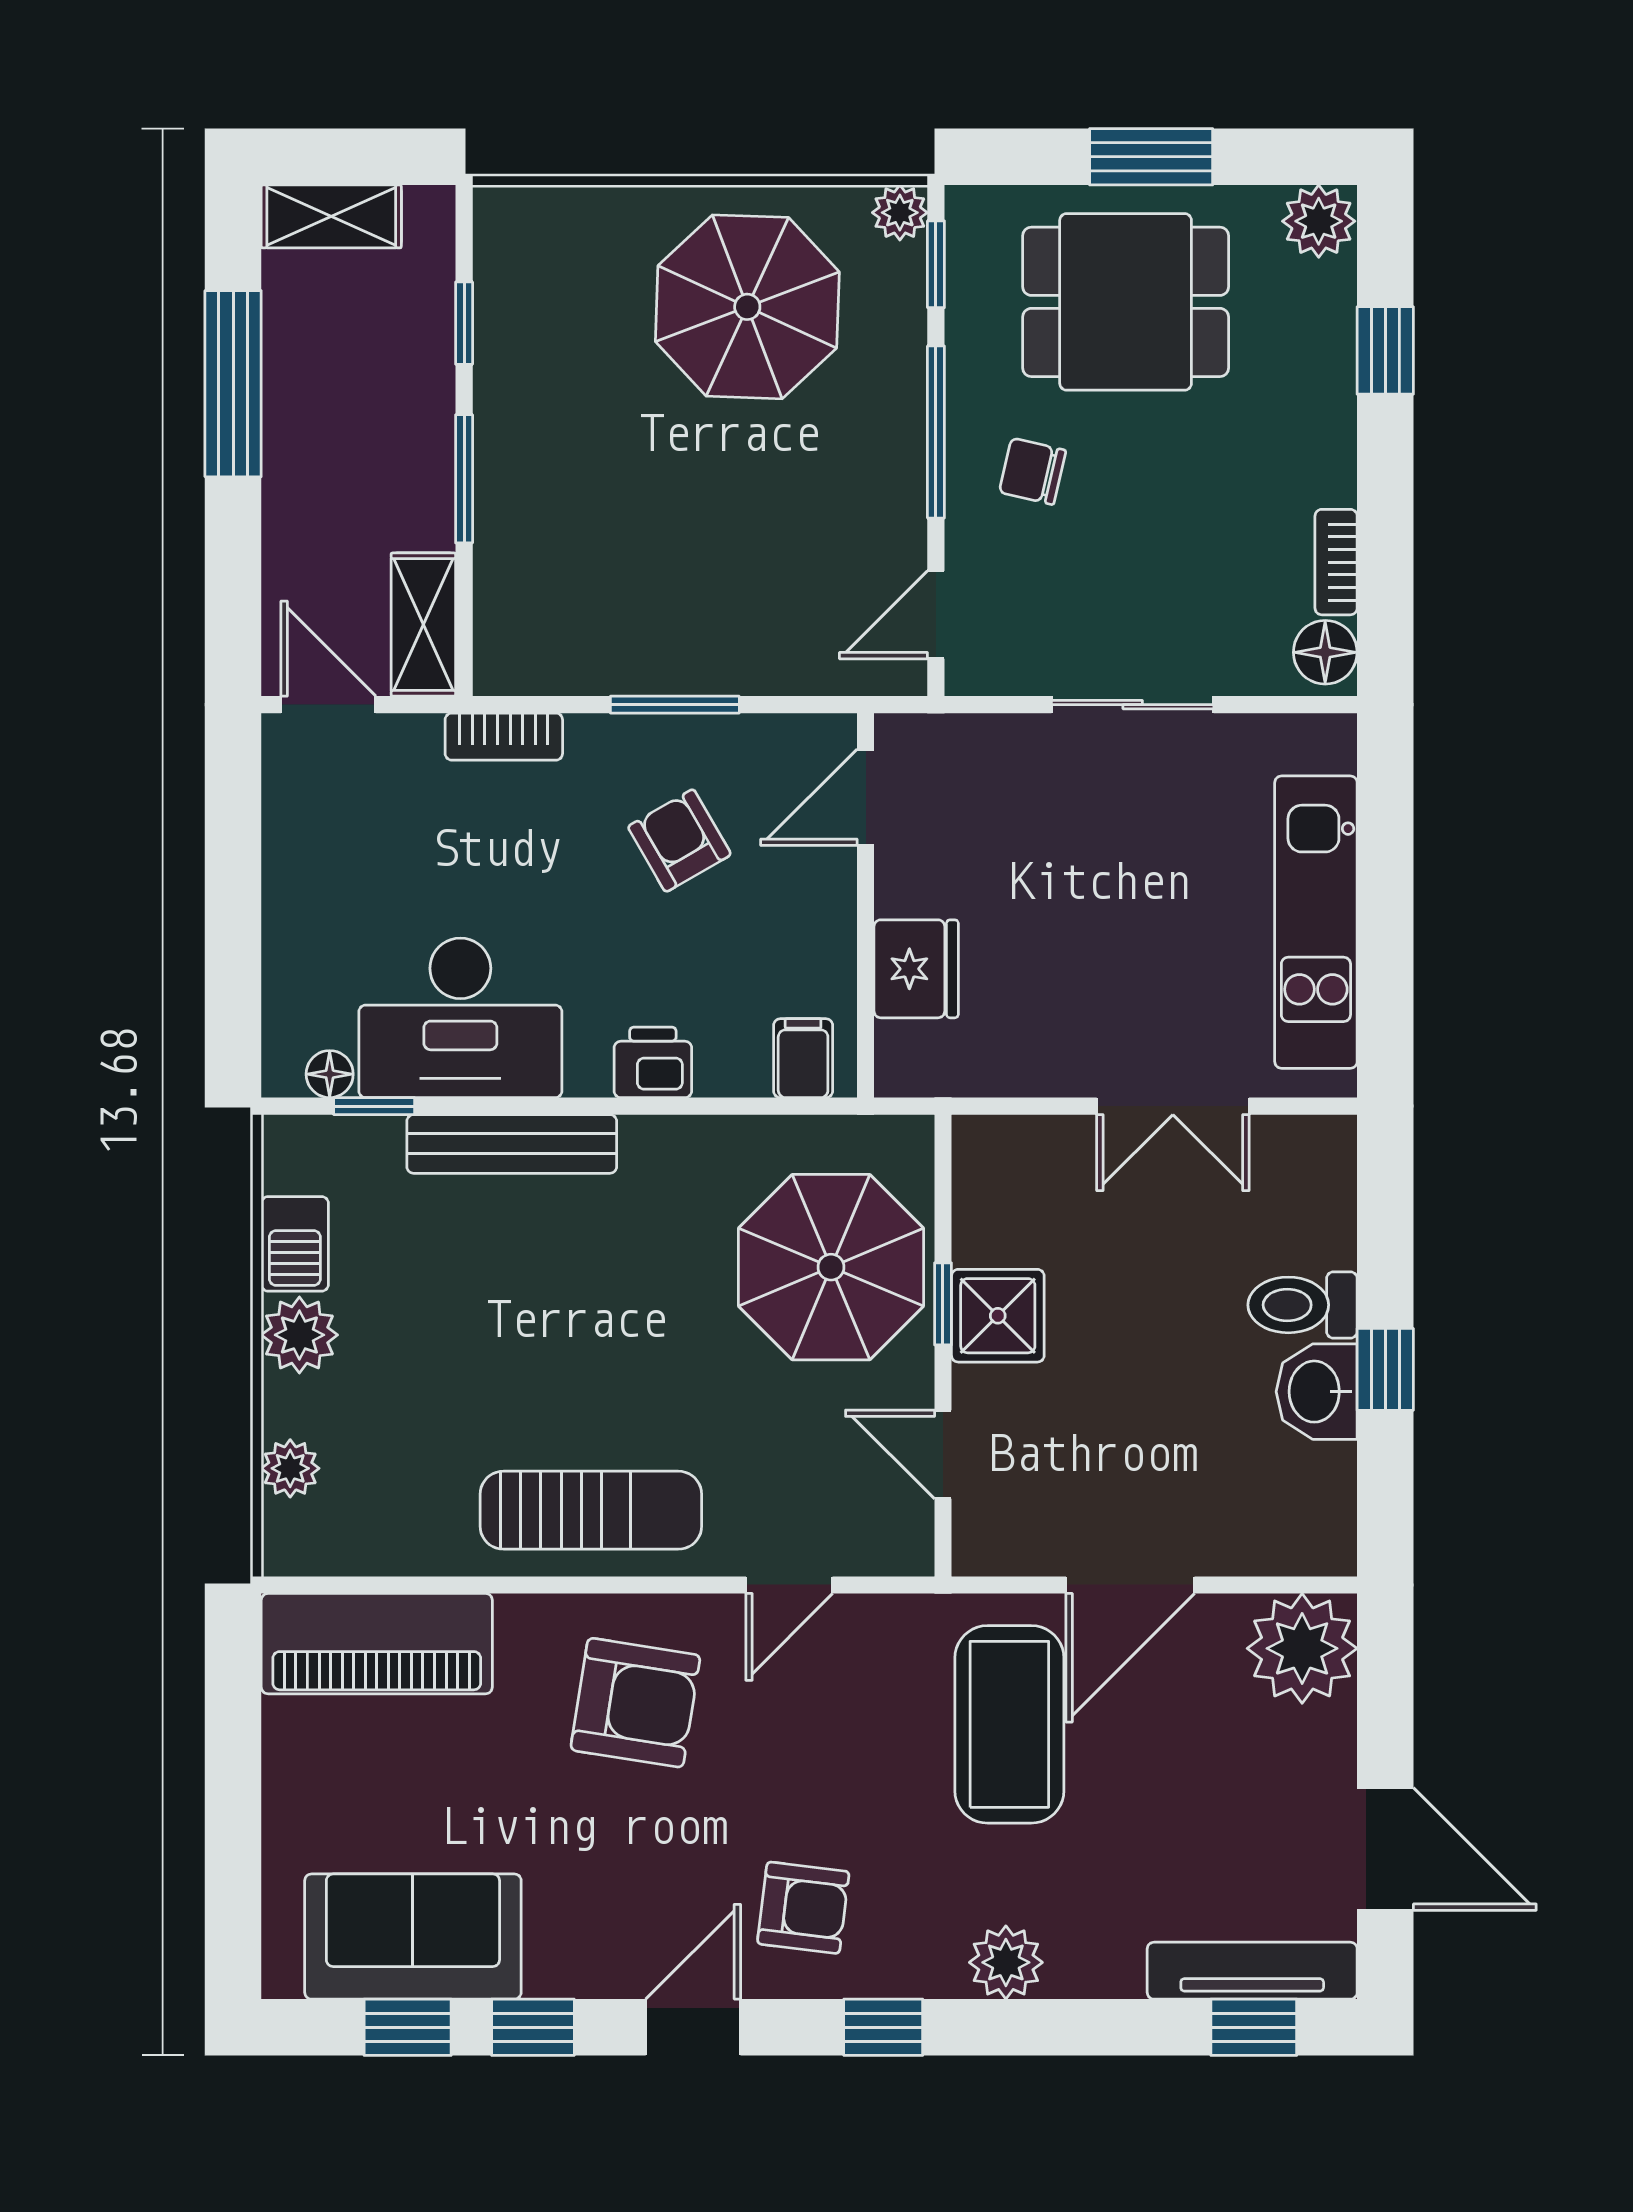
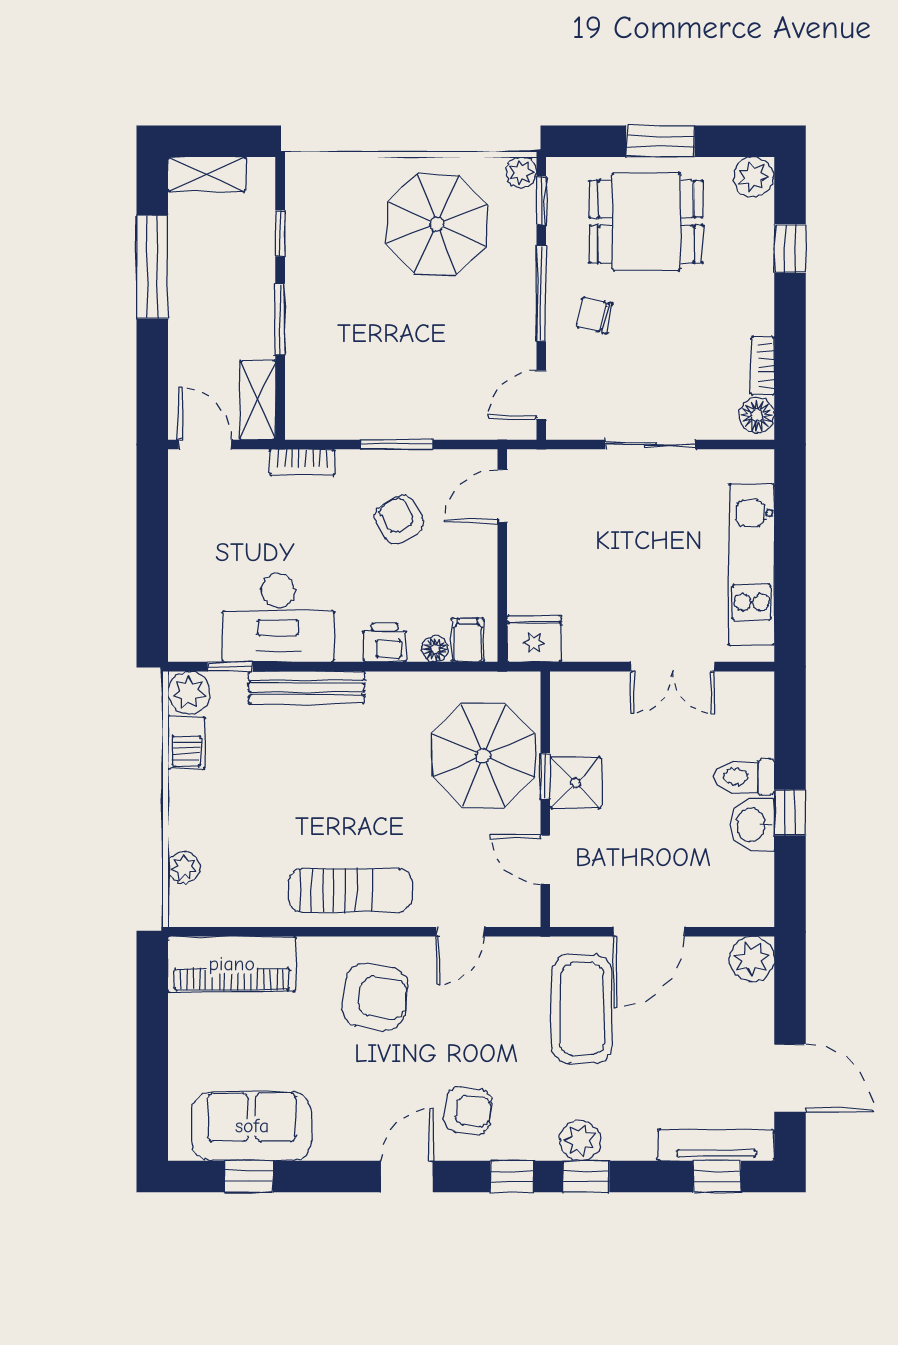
fridge: (916, 969) -> (534, 639), moved, turned -90
floor lamp: (330, 1074) -> (435, 649), moved
plant: (299, 1335) -> (189, 693), moved
plant: (1302, 1648) -> (752, 959), width x0.73, depth x0.73
window: (533, 2027) -> (586, 1177), moved

